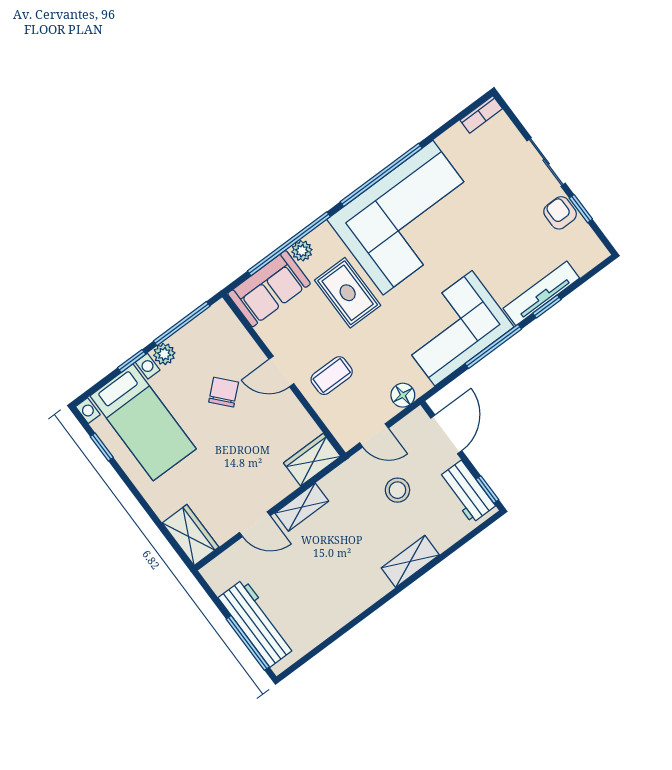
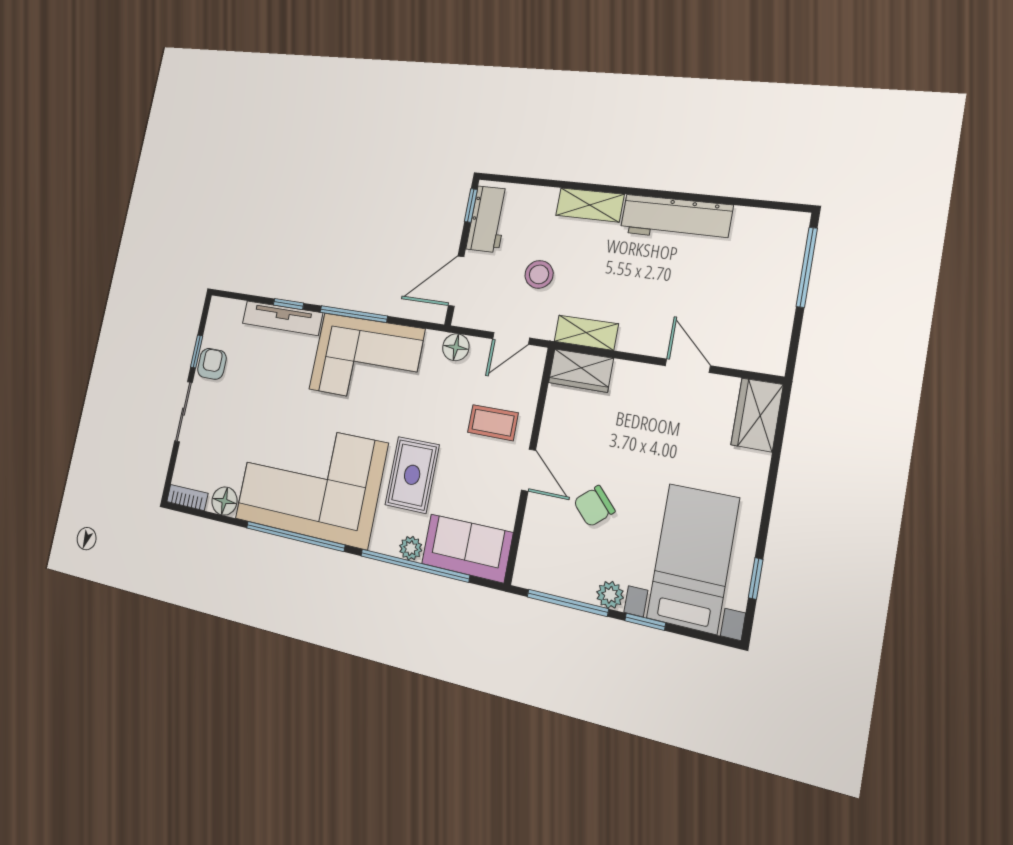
floor lamp: (453, 142) -> (224, 501), added
armchair: (560, 213) -> (212, 364), turned 180
door: (374, 435) -> (511, 338), swing flipped
shelving: (302, 507) -> (586, 333), moved
workbench: (257, 623) -> (676, 219), moved, turned -90

